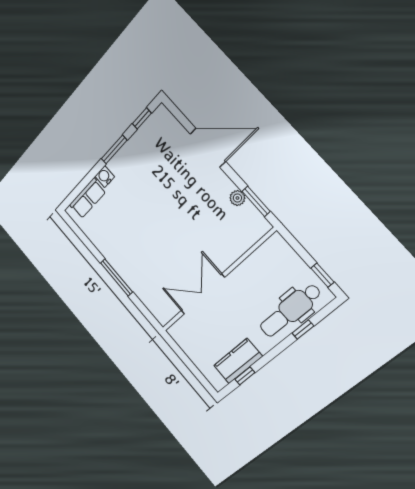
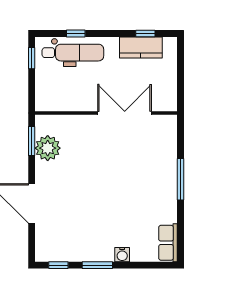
row of seats: (88, 198) -> (168, 243), moved, turned -90
plant: (237, 198) -> (48, 148), width x1.88, depth x1.88
double door: (203, 294) -> (125, 113), swing flipped

